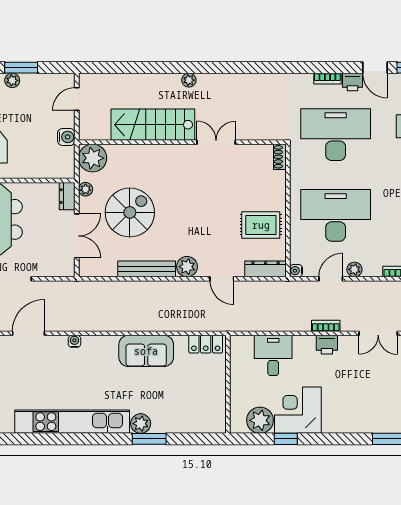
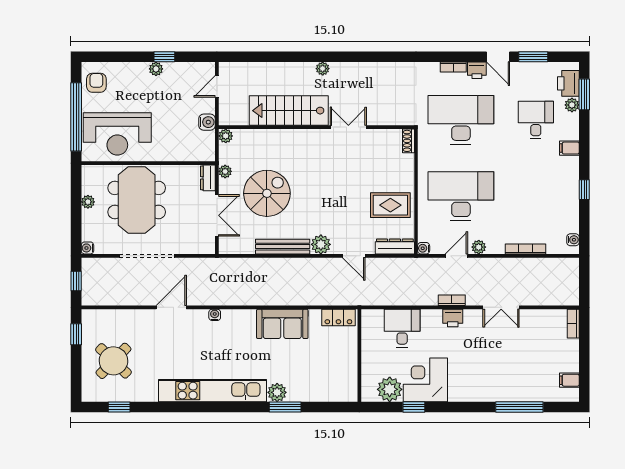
window: (21, 68) -> (164, 57), width x0.67
plant: (93, 158) -> (226, 136), width x0.53, depth x0.53

